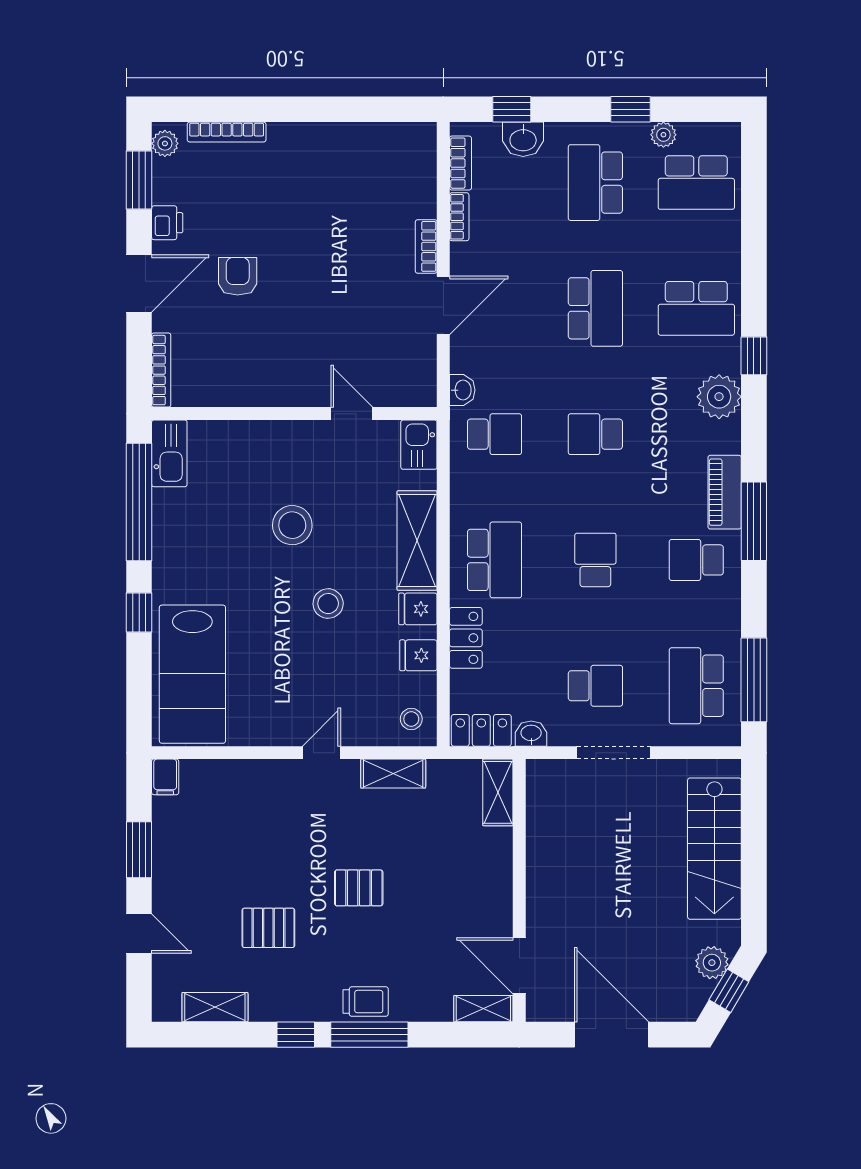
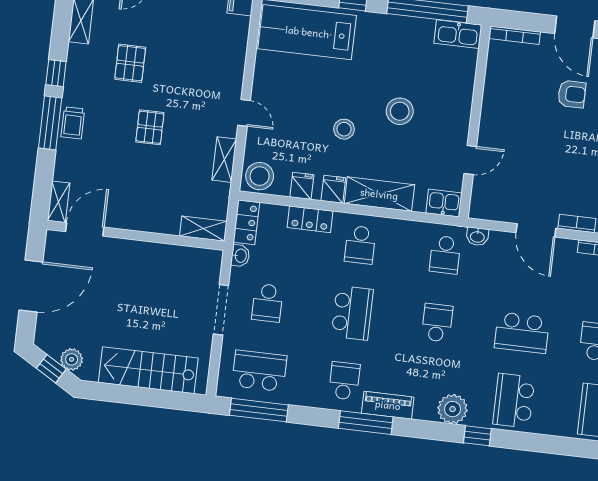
school desk: (494, 560) -> (360, 245), width x0.54
school desk: (595, 560) -> (352, 313), width x1.85
stool: (411, 719) -> (260, 176), width x1.89, depth x1.89

